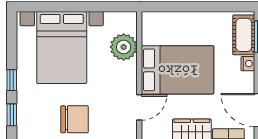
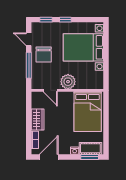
plant: (124, 47) -> (68, 82), moved
bed: (178, 70) -> (88, 112), moved

